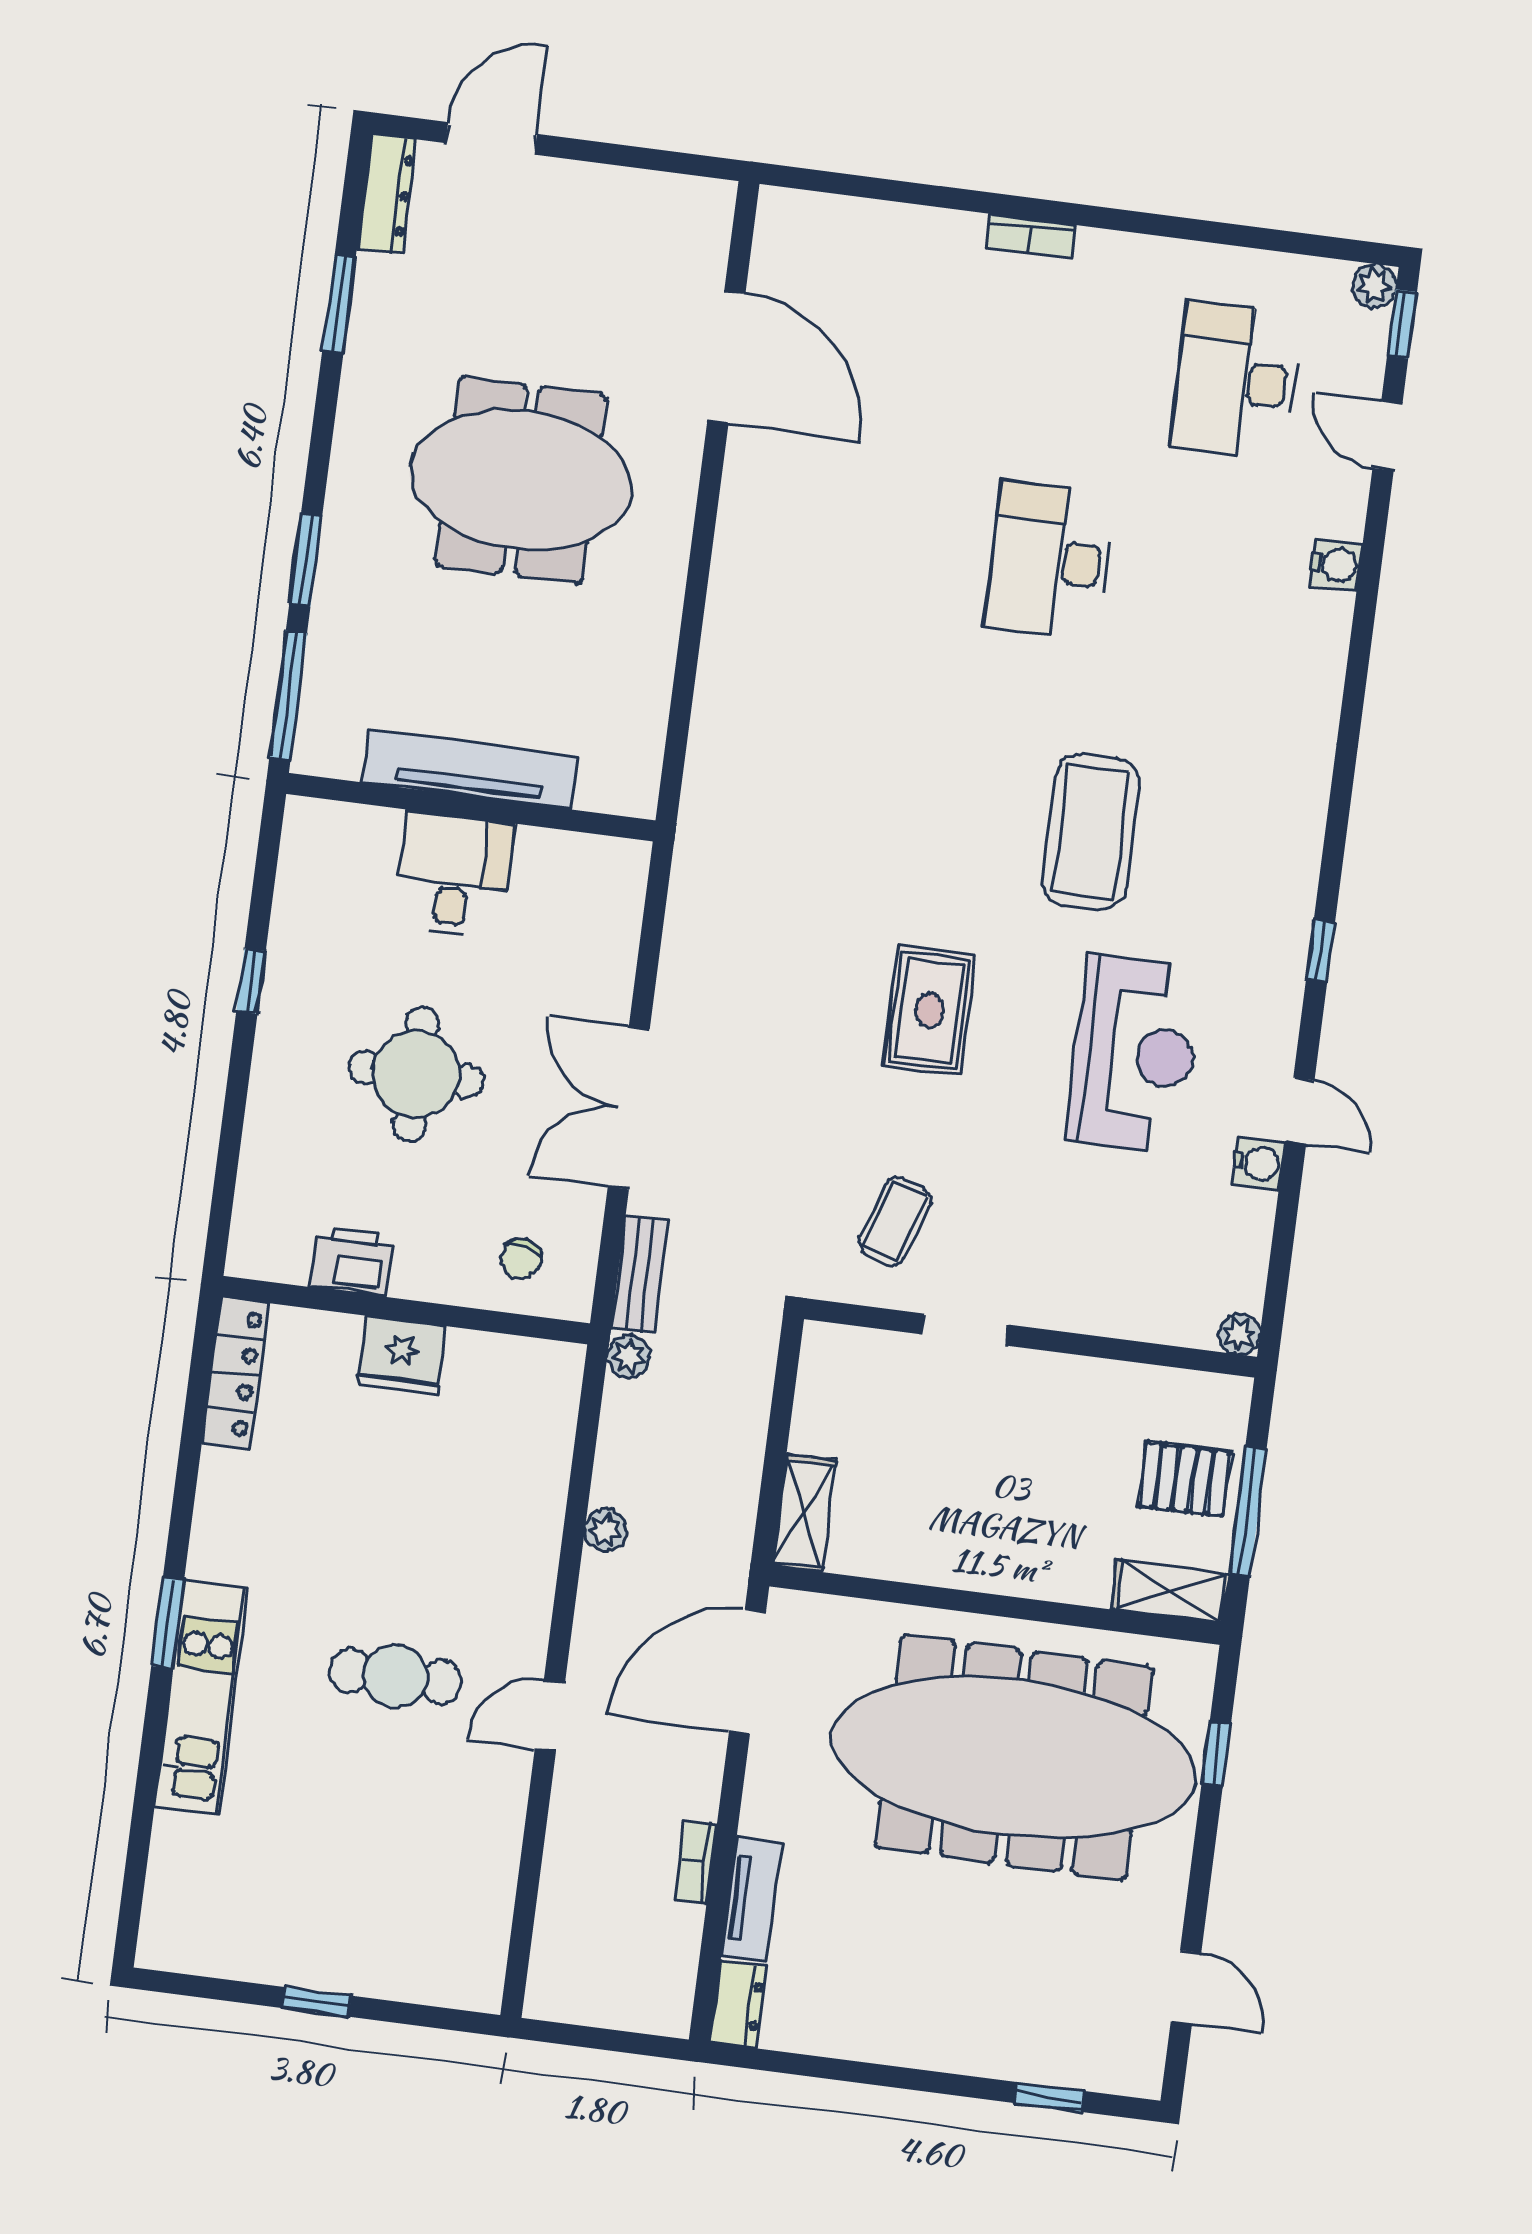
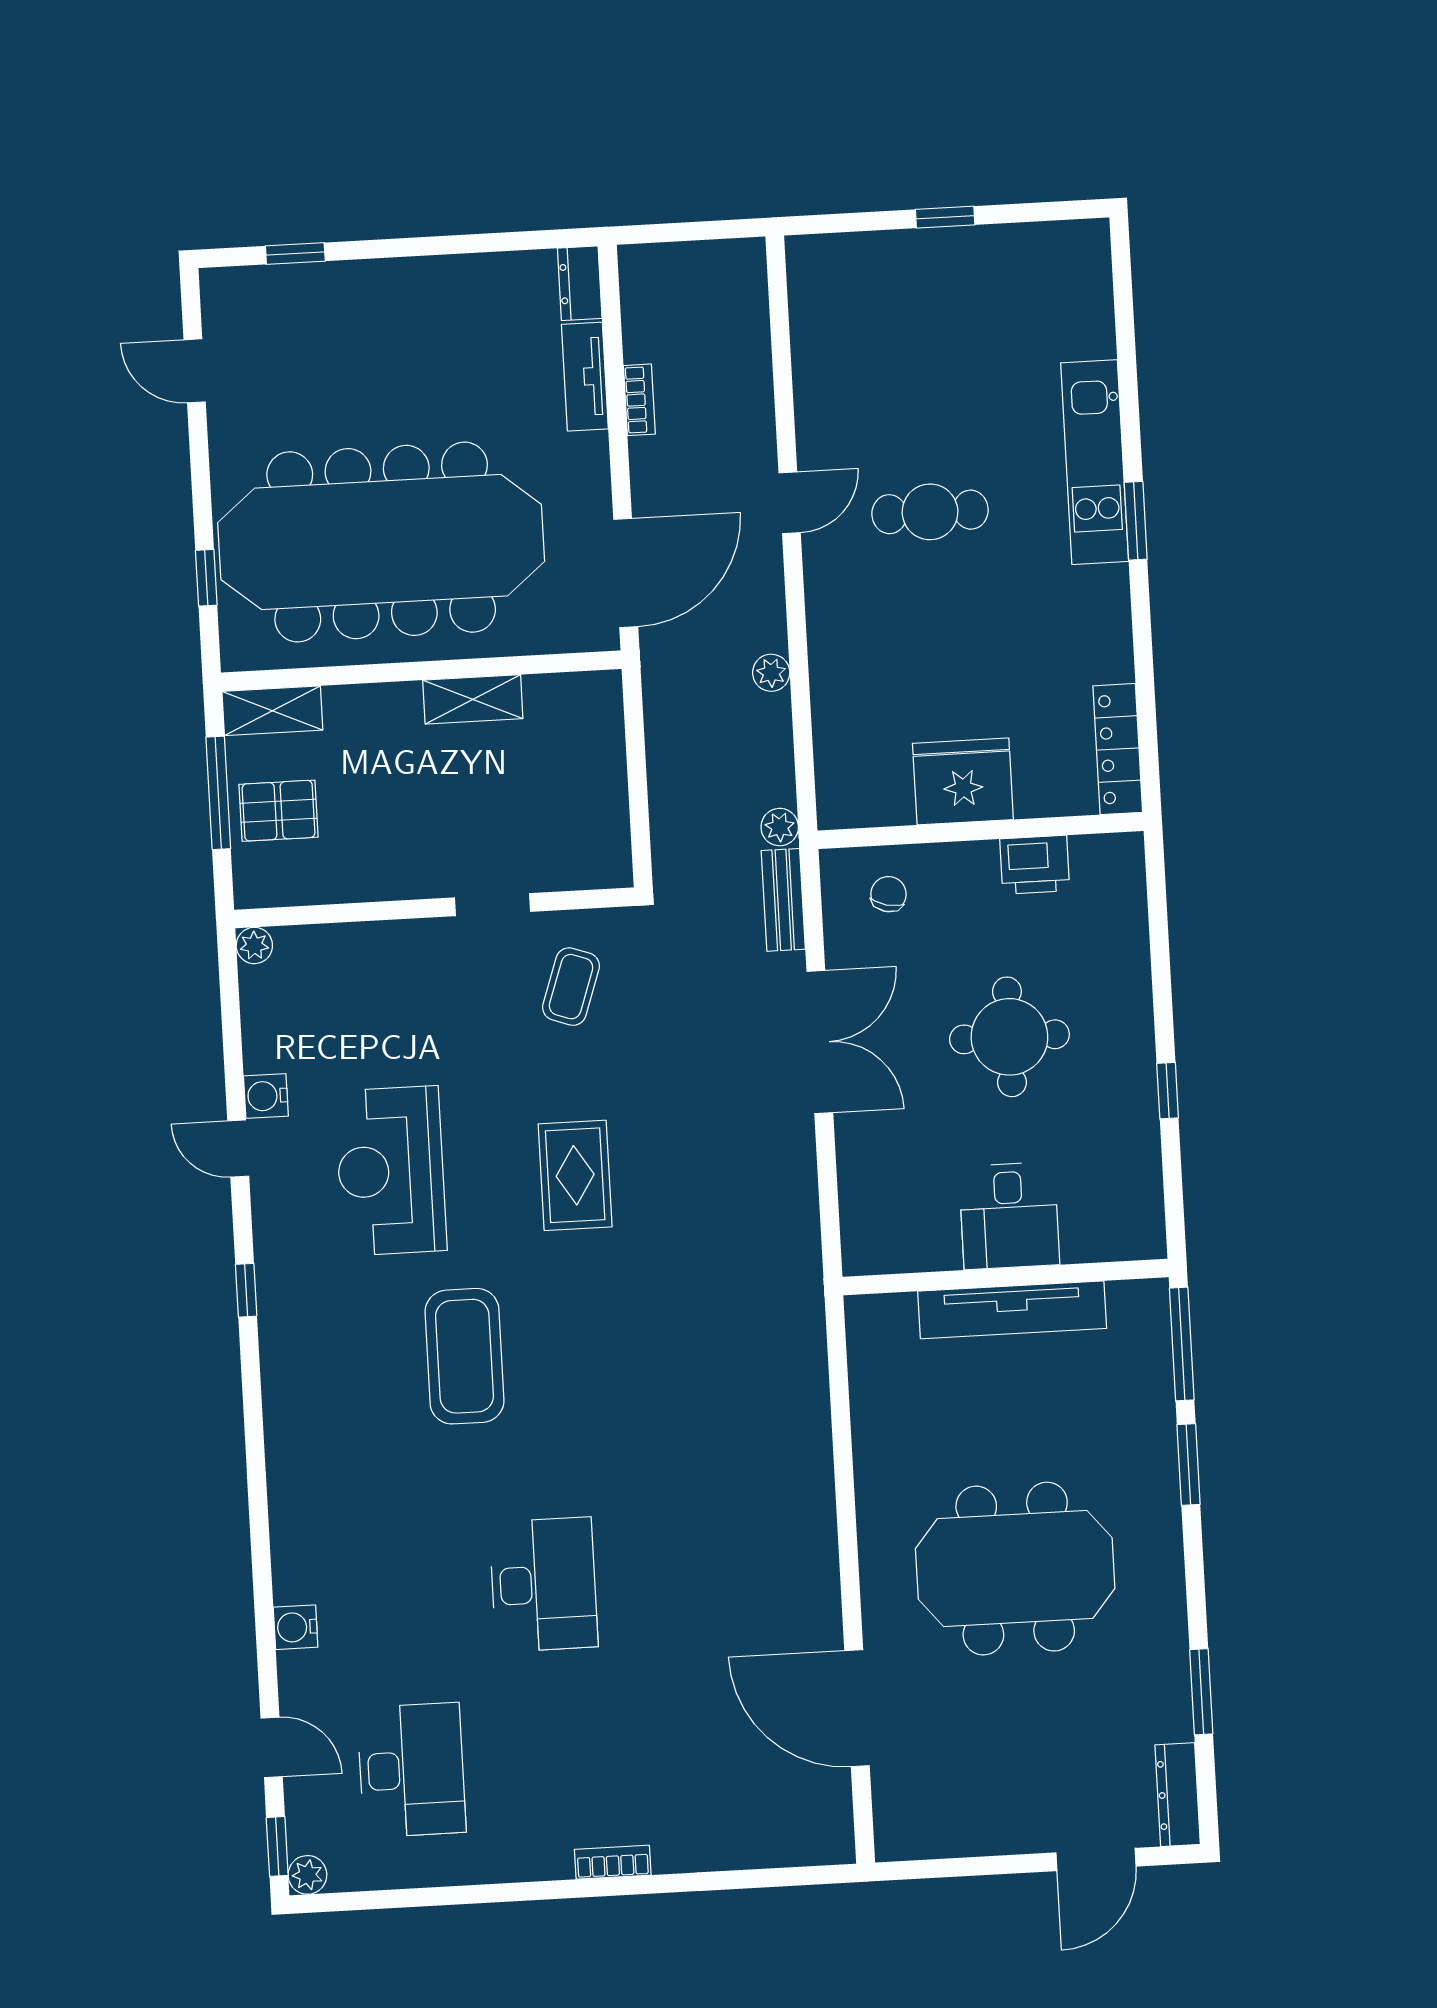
fridge: (402, 1355) -> (963, 781), width x1.36, depth x1.34
shelving: (804, 1514) -> (473, 699), moved, turned 90

